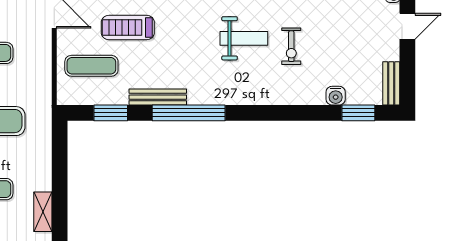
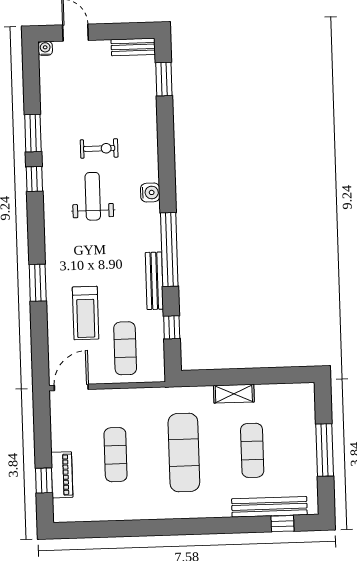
water cooler: (336, 96) -> (150, 193), moved
window: (111, 113) -> (172, 327), width x0.67
shelving: (43, 212) -> (234, 394), moved

